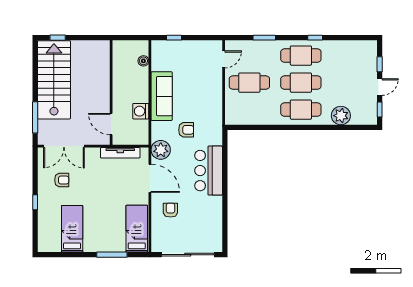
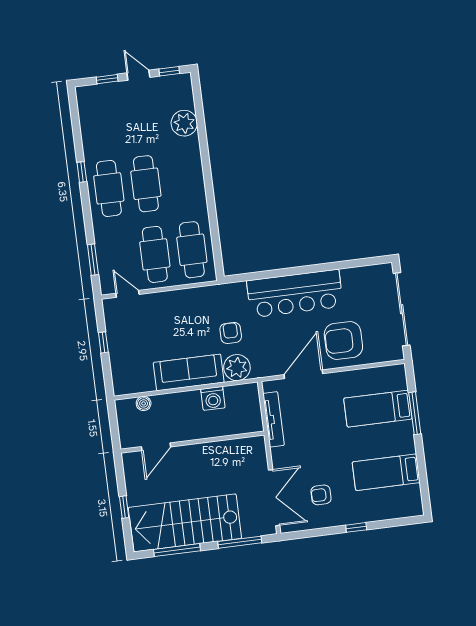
window: (58, 38) -> (124, 507), moved
window: (174, 38) -> (103, 342), moved
window: (264, 38) -> (93, 260), moved
window: (35, 72) -> (177, 550), added
cafe table: (301, 110) -> (192, 250), moved
door: (111, 124) -> (156, 447), moved
plant: (161, 150) -> (237, 368), moved
bar counter: (209, 171) -> (295, 294), width x1.36
armchair: (62, 180) -> (321, 495), turned -90
armchair: (170, 210) -> (343, 340), width x1.88, depth x1.88
bed: (137, 229) -> (378, 409), moved

